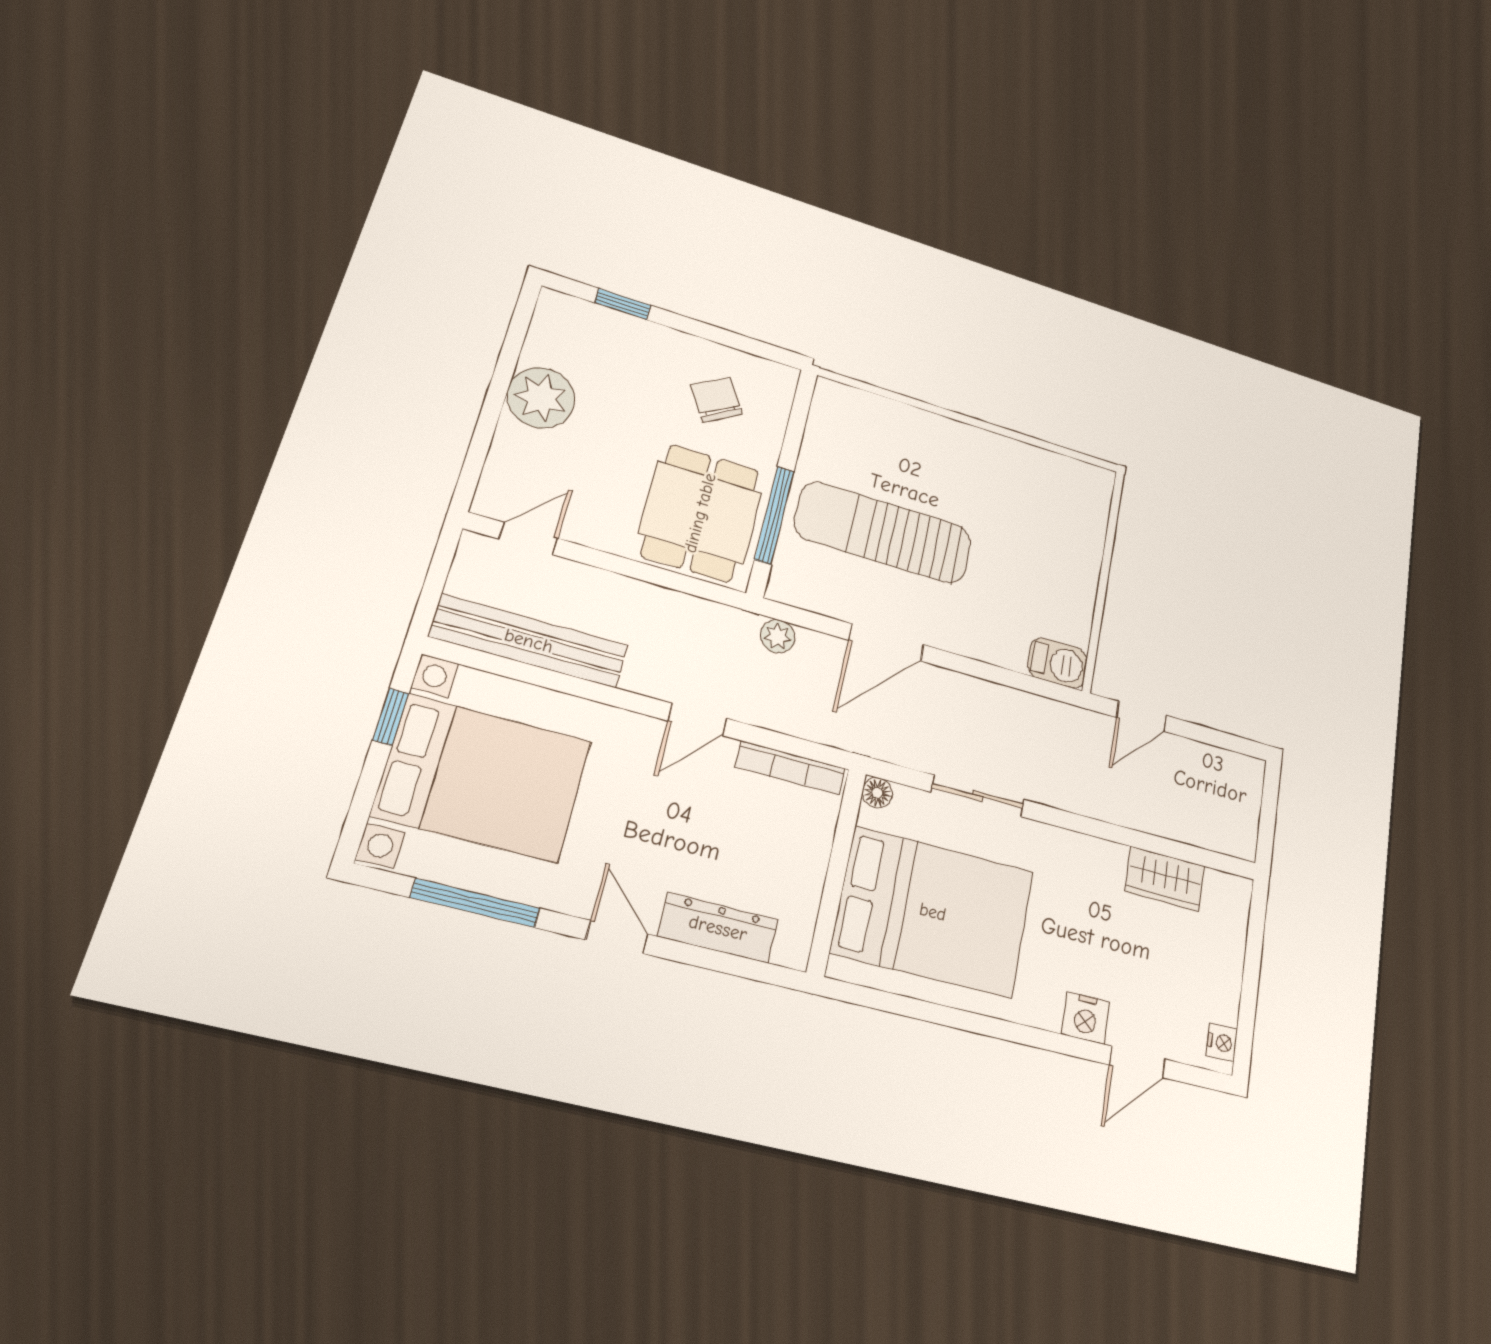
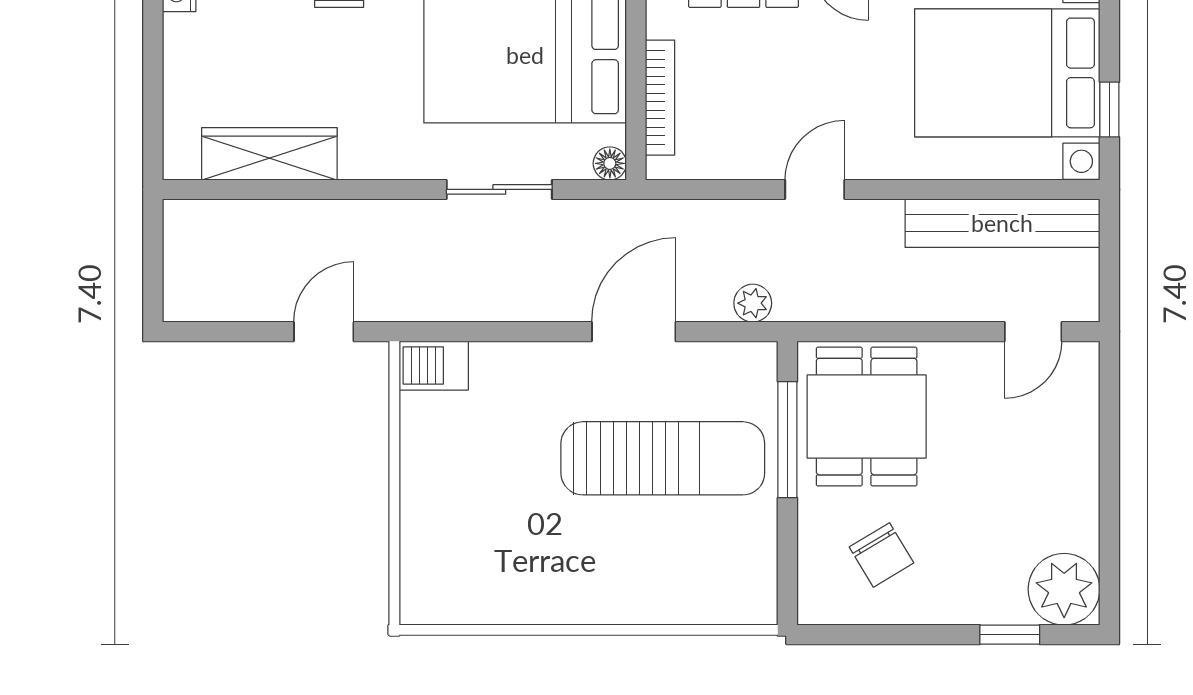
plant: (541, 398) -> (1064, 589), moved
bookcase: (790, 768) -> (660, 98), moved, turned 90
wardrobe: (1165, 879) -> (269, 154), width x1.50

